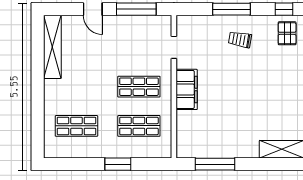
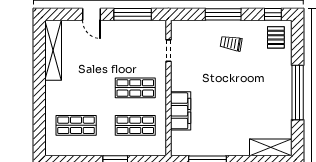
filing cabinet: (187, 89) -> (181, 111), moved

